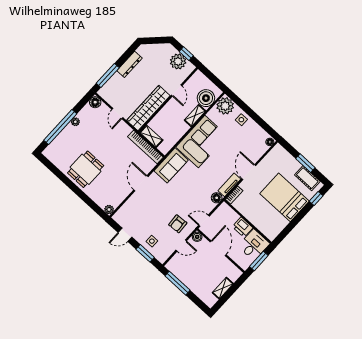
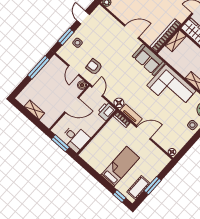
bed: (284, 197) -> (120, 166), width x0.67
printer: (243, 227) -> (106, 111), moved

